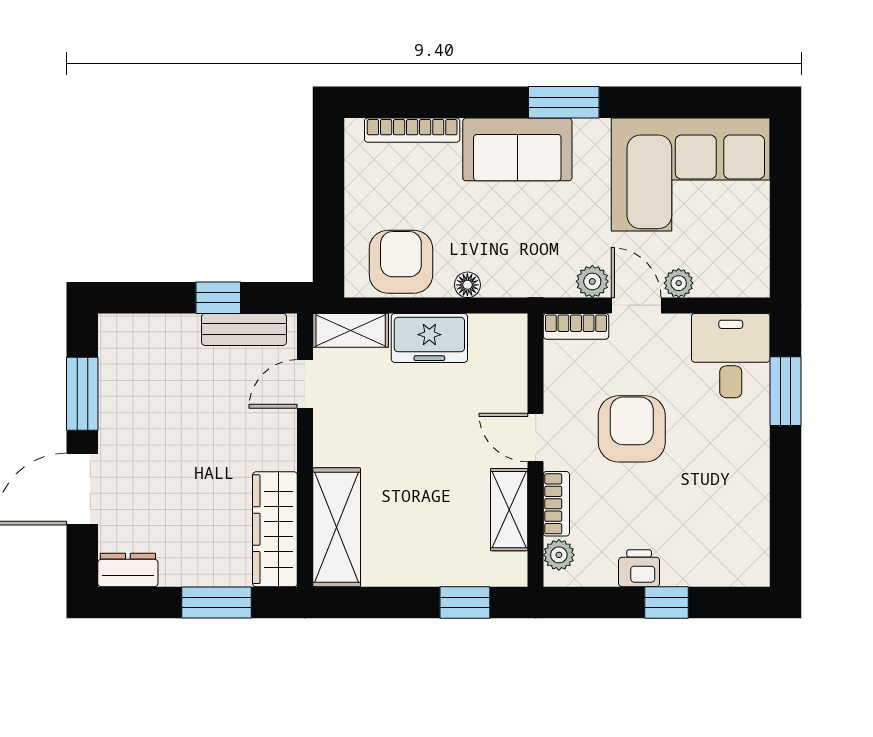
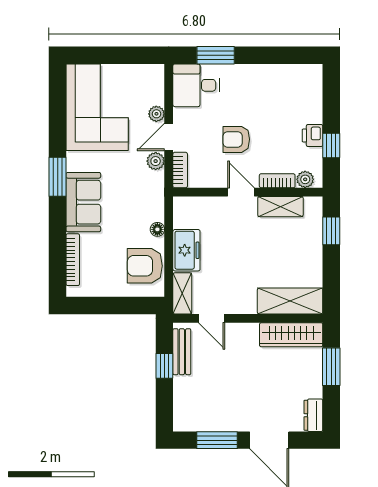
armchair: (632, 429) -> (236, 139), width x0.72, depth x0.72
door: (536, 438) -> (241, 192), swing flipped
window: (666, 602) -> (331, 145), moved

